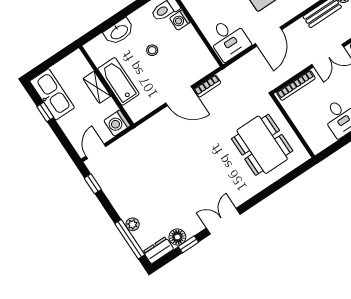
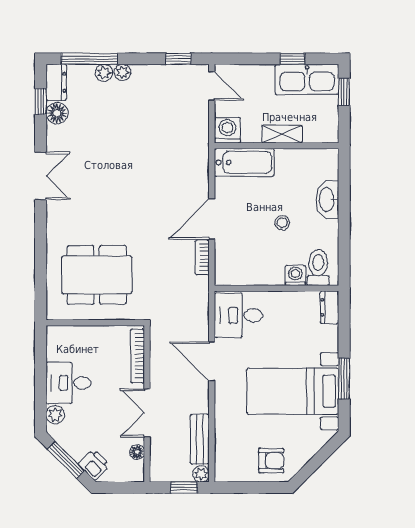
window: (44, 66) -> (344, 92), added
bathtub: (118, 81) -> (244, 162), moved
plant: (125, 213) -> (122, 72), added
window: (188, 244) -> (41, 101), moved

